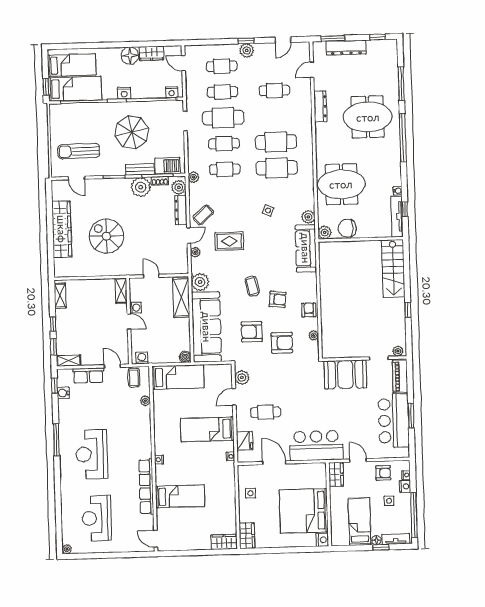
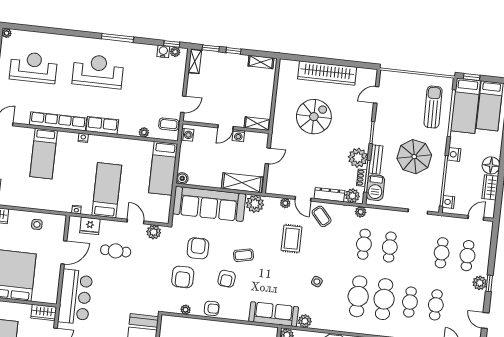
cafe table: (223, 118) -> (410, 302), moved, width x0.73, depth x0.74
sun lounger: (79, 151) -> (433, 107), moved
row of seats: (88, 375) -> (102, 125), moved, turned 90
plant: (62, 381) -> (175, 52), added
cafe table: (266, 412) -> (116, 251), turned 90

